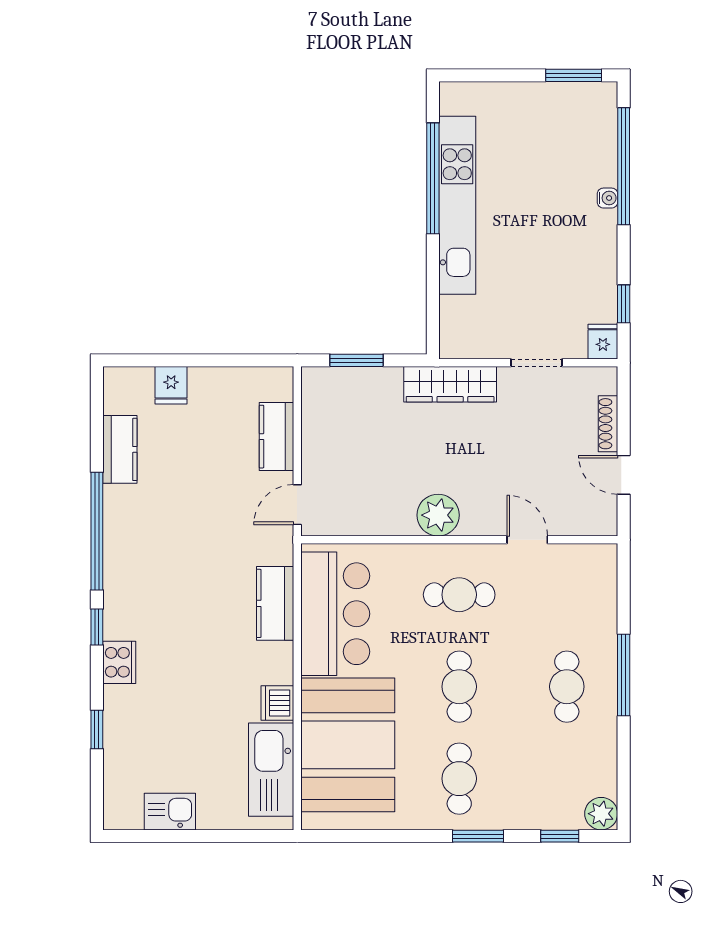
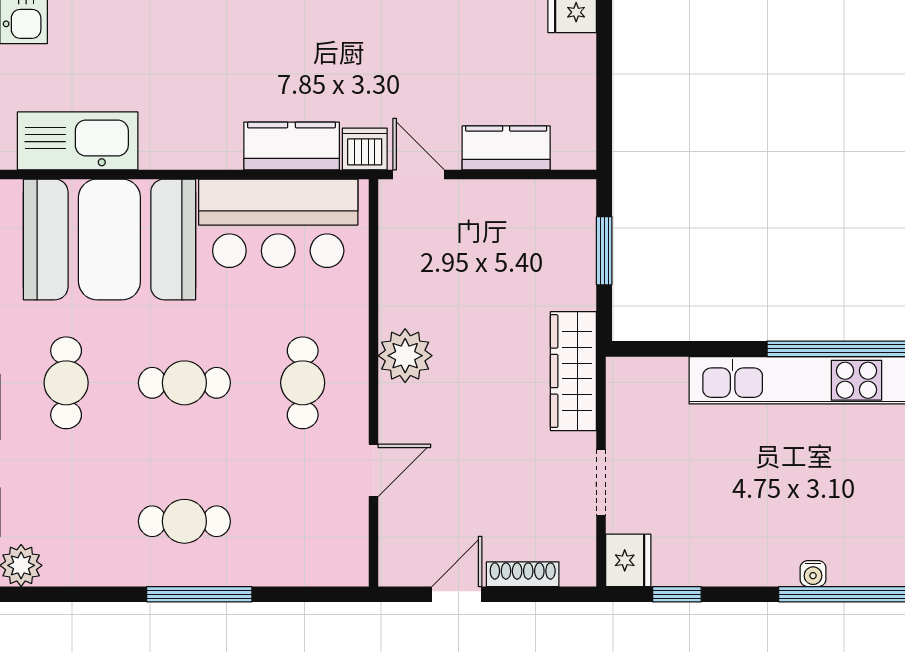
fridge: (603, 342) -> (628, 560), width x1.38
dishwasher: (277, 703) -> (365, 149), moved
cafe table: (459, 779) -> (66, 383), turned 90

